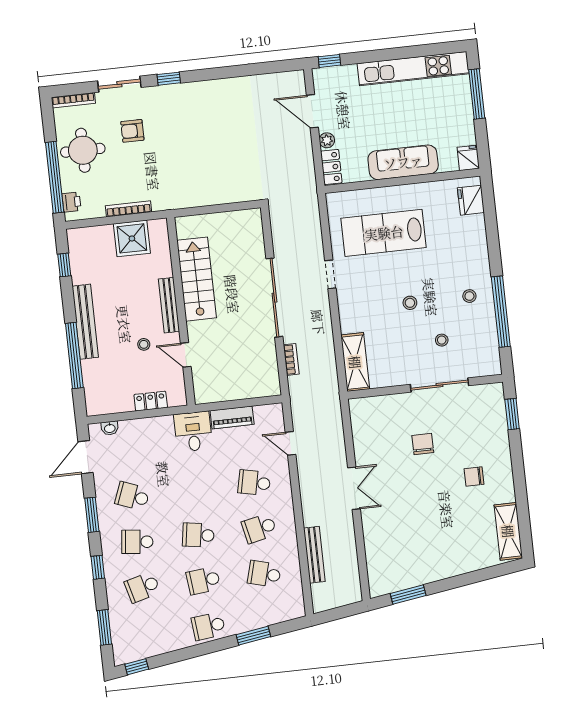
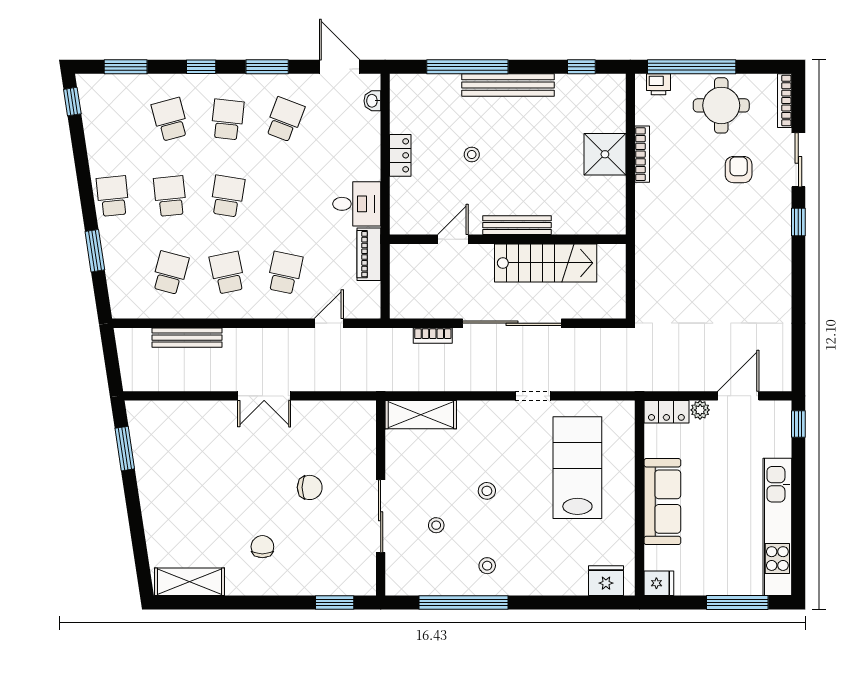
stairs: (196, 279) -> (546, 263), moved
bench: (169, 305) -> (517, 225), moved
wall: (181, 311) -> (508, 239), moved
door: (186, 355) -> (453, 239), moved

